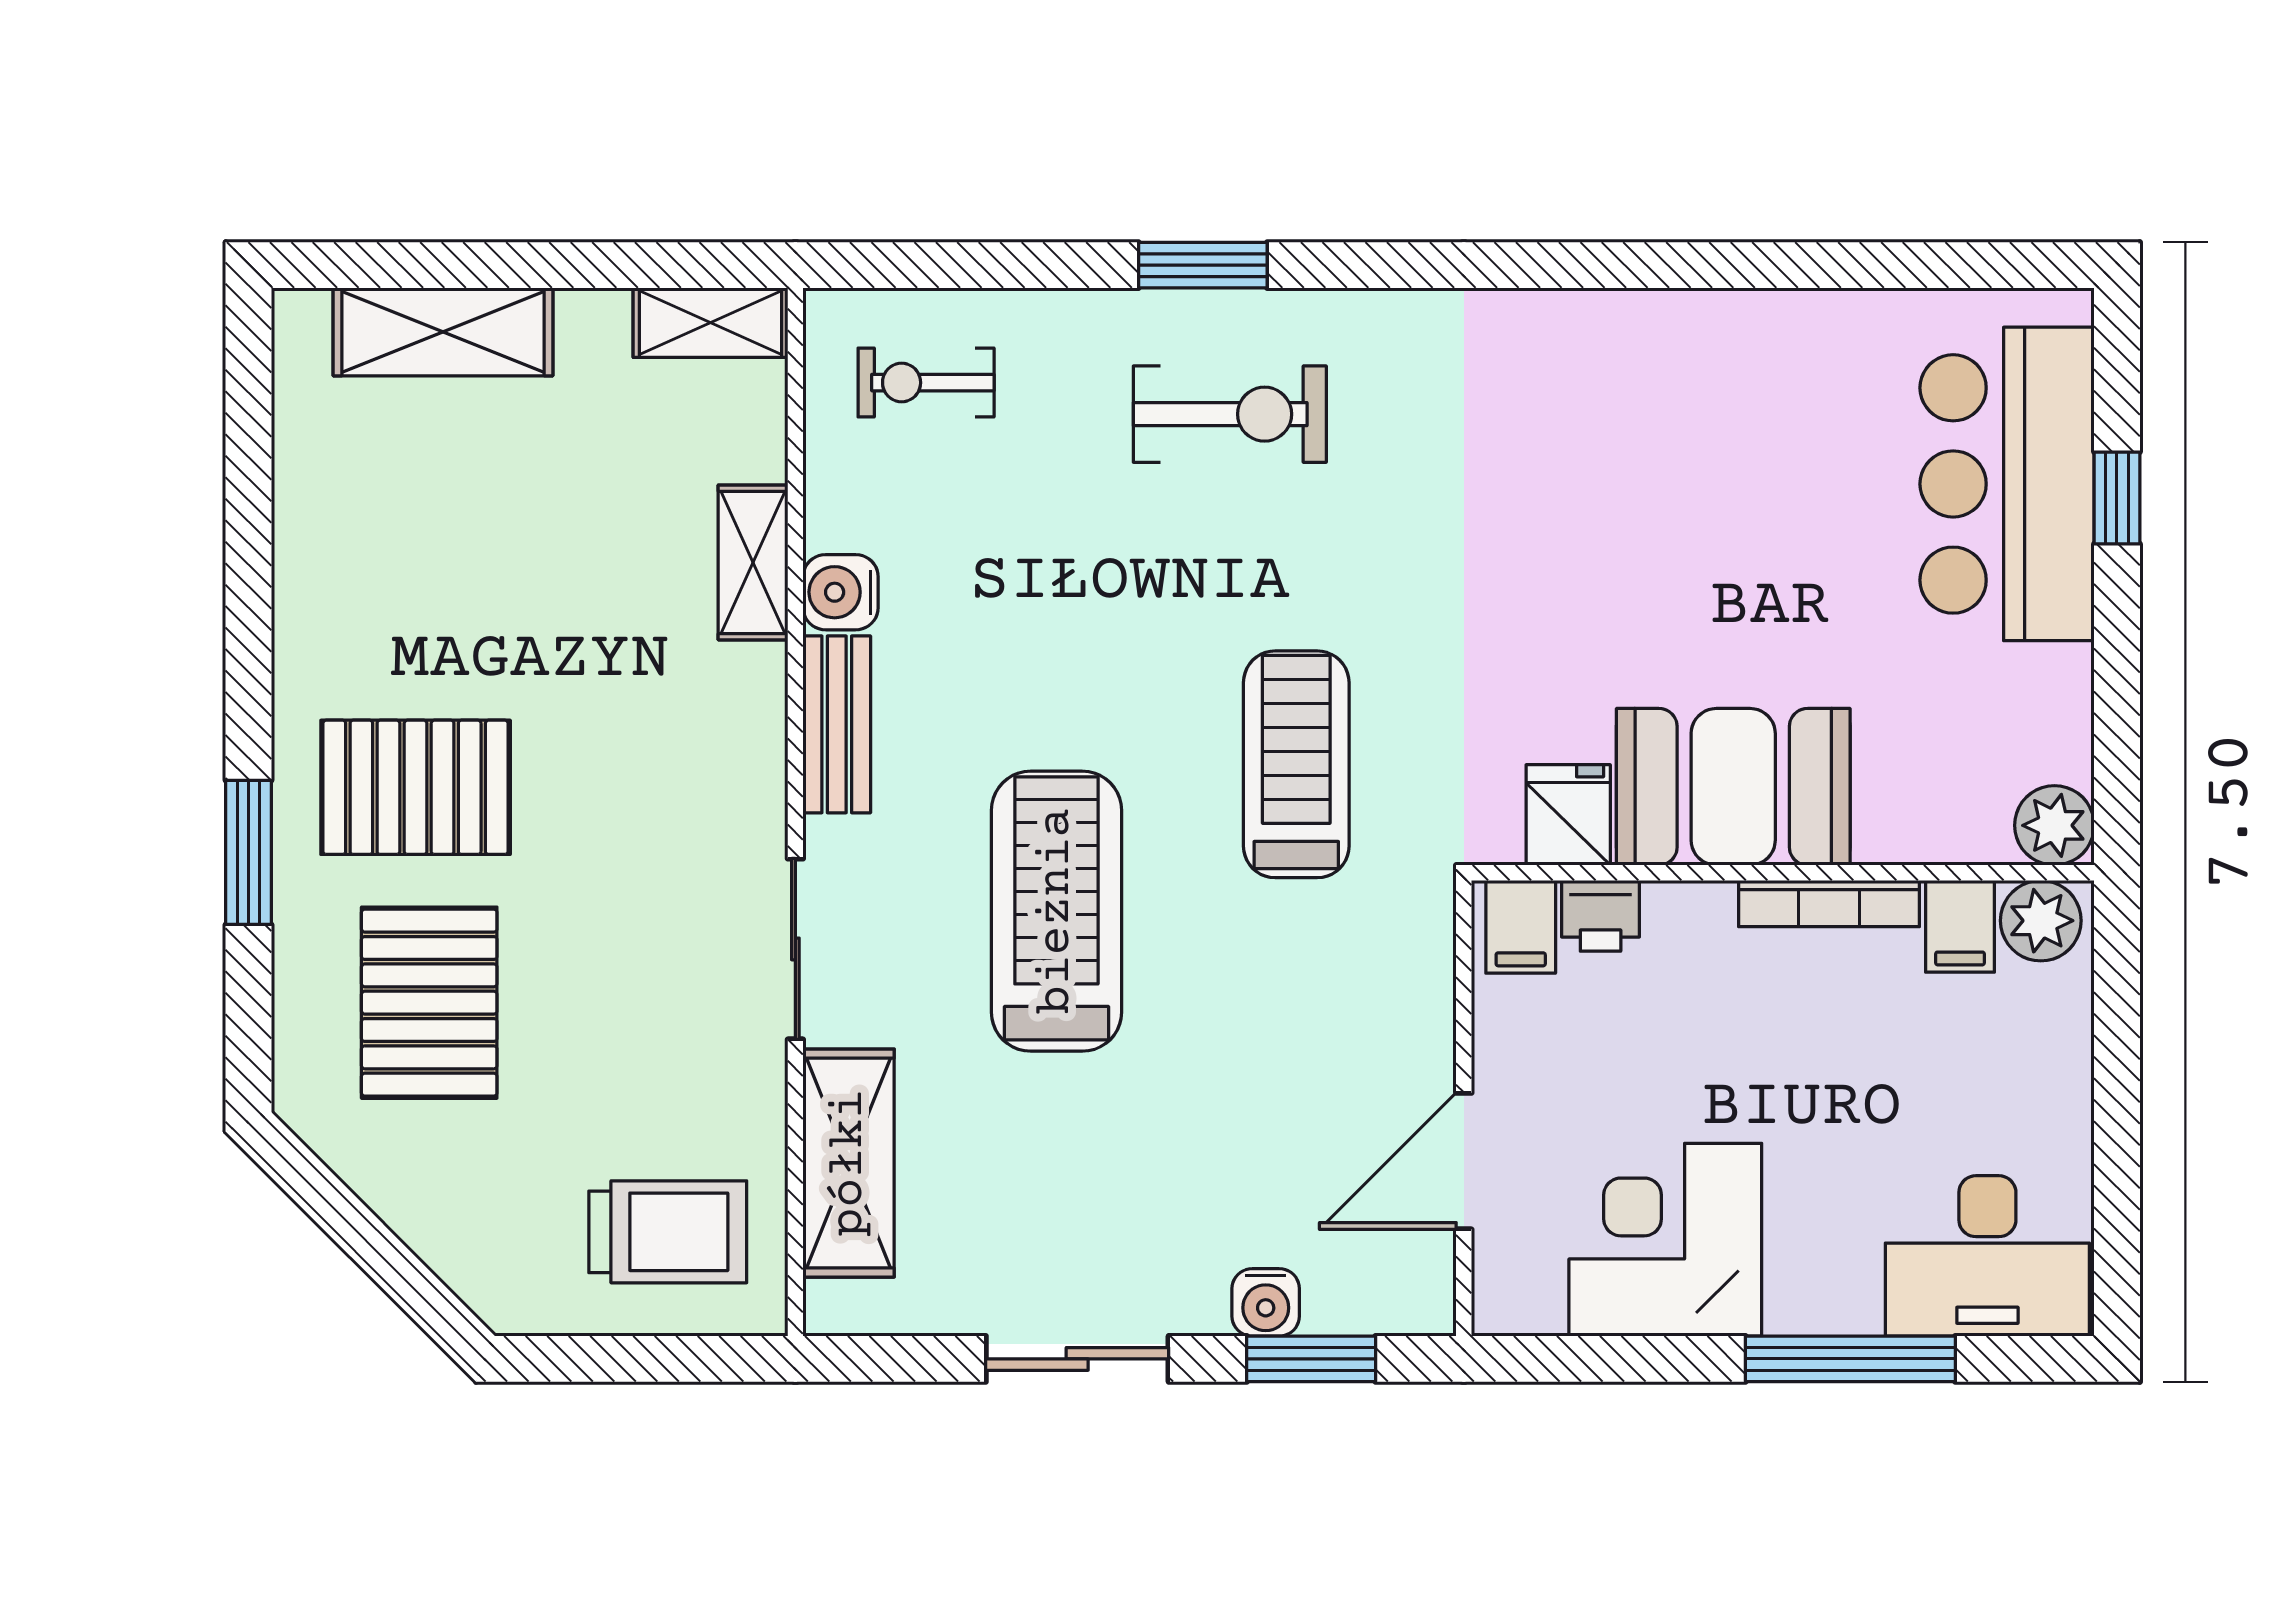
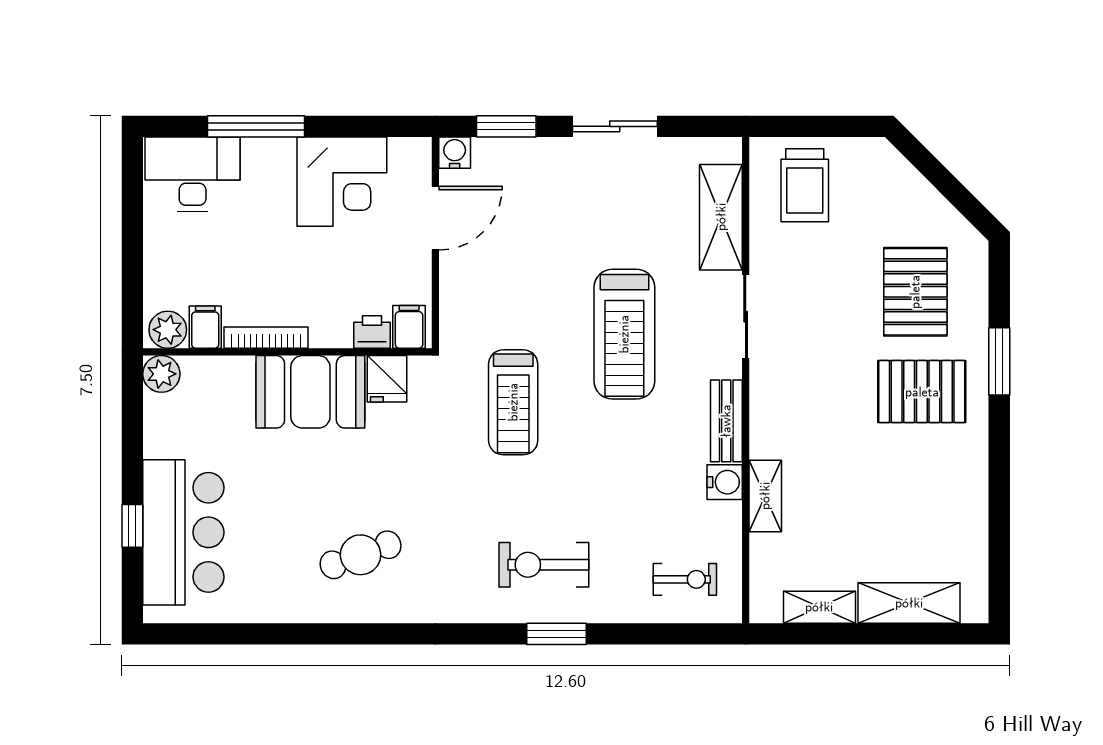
shelving: (711, 323) -> (819, 607), moved
cafe table: (1625, 436) -> (361, 555), added
trolley: (668, 1232) -> (805, 185), turned -90
water cooler: (1266, 1302) -> (455, 153), moved

